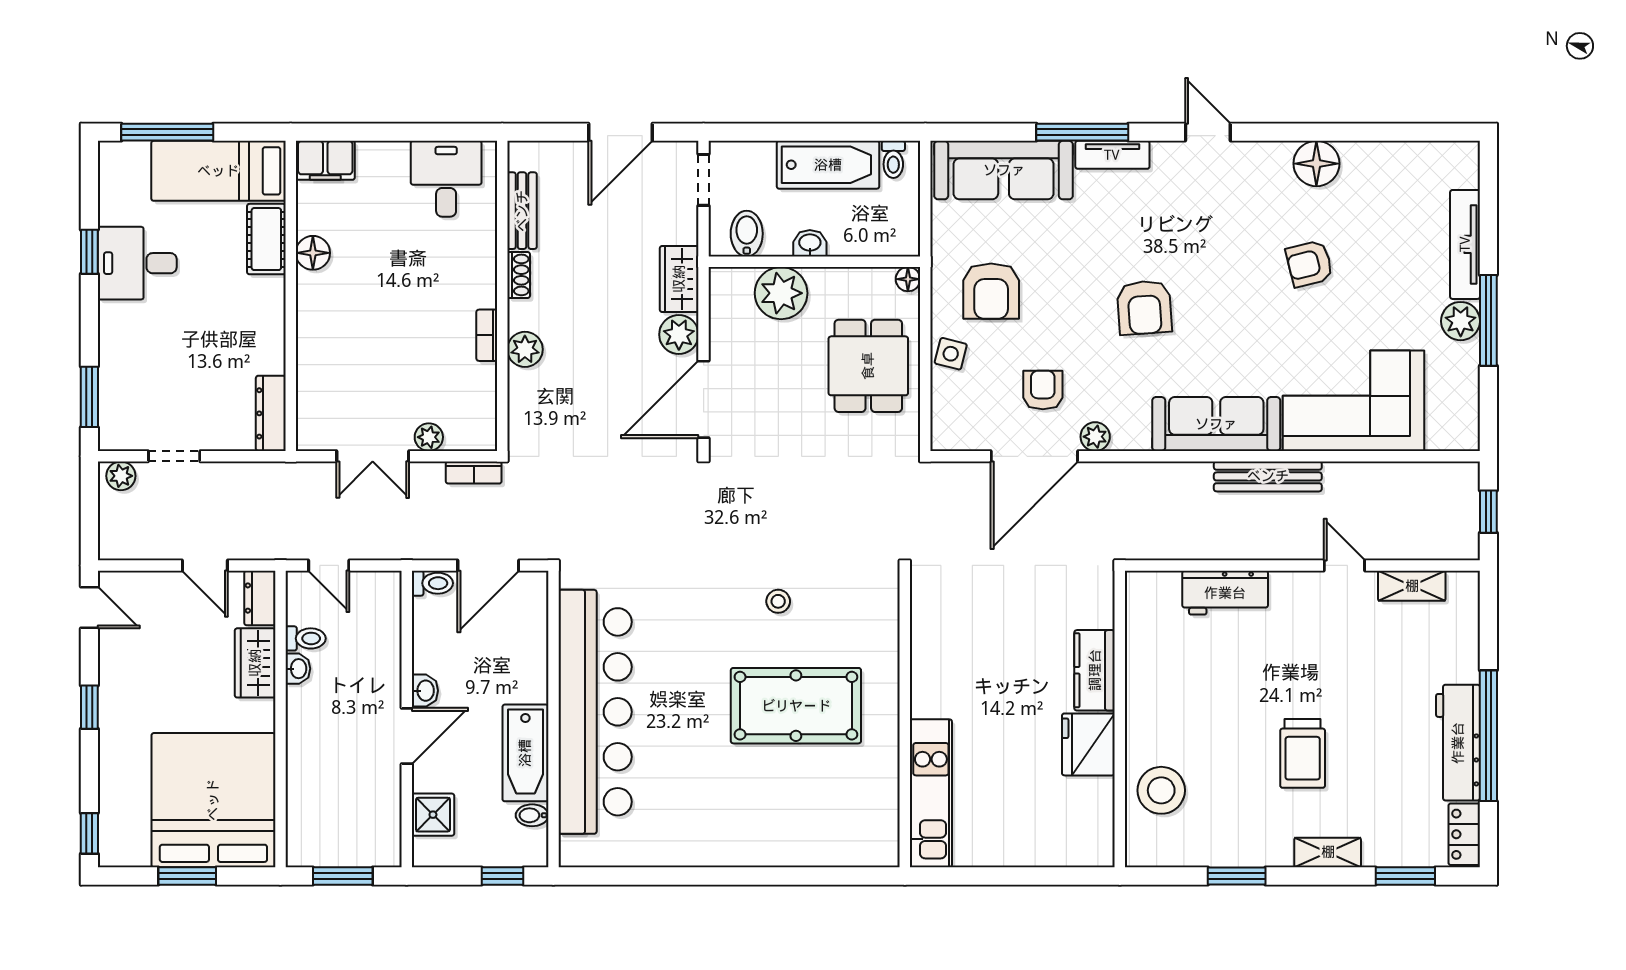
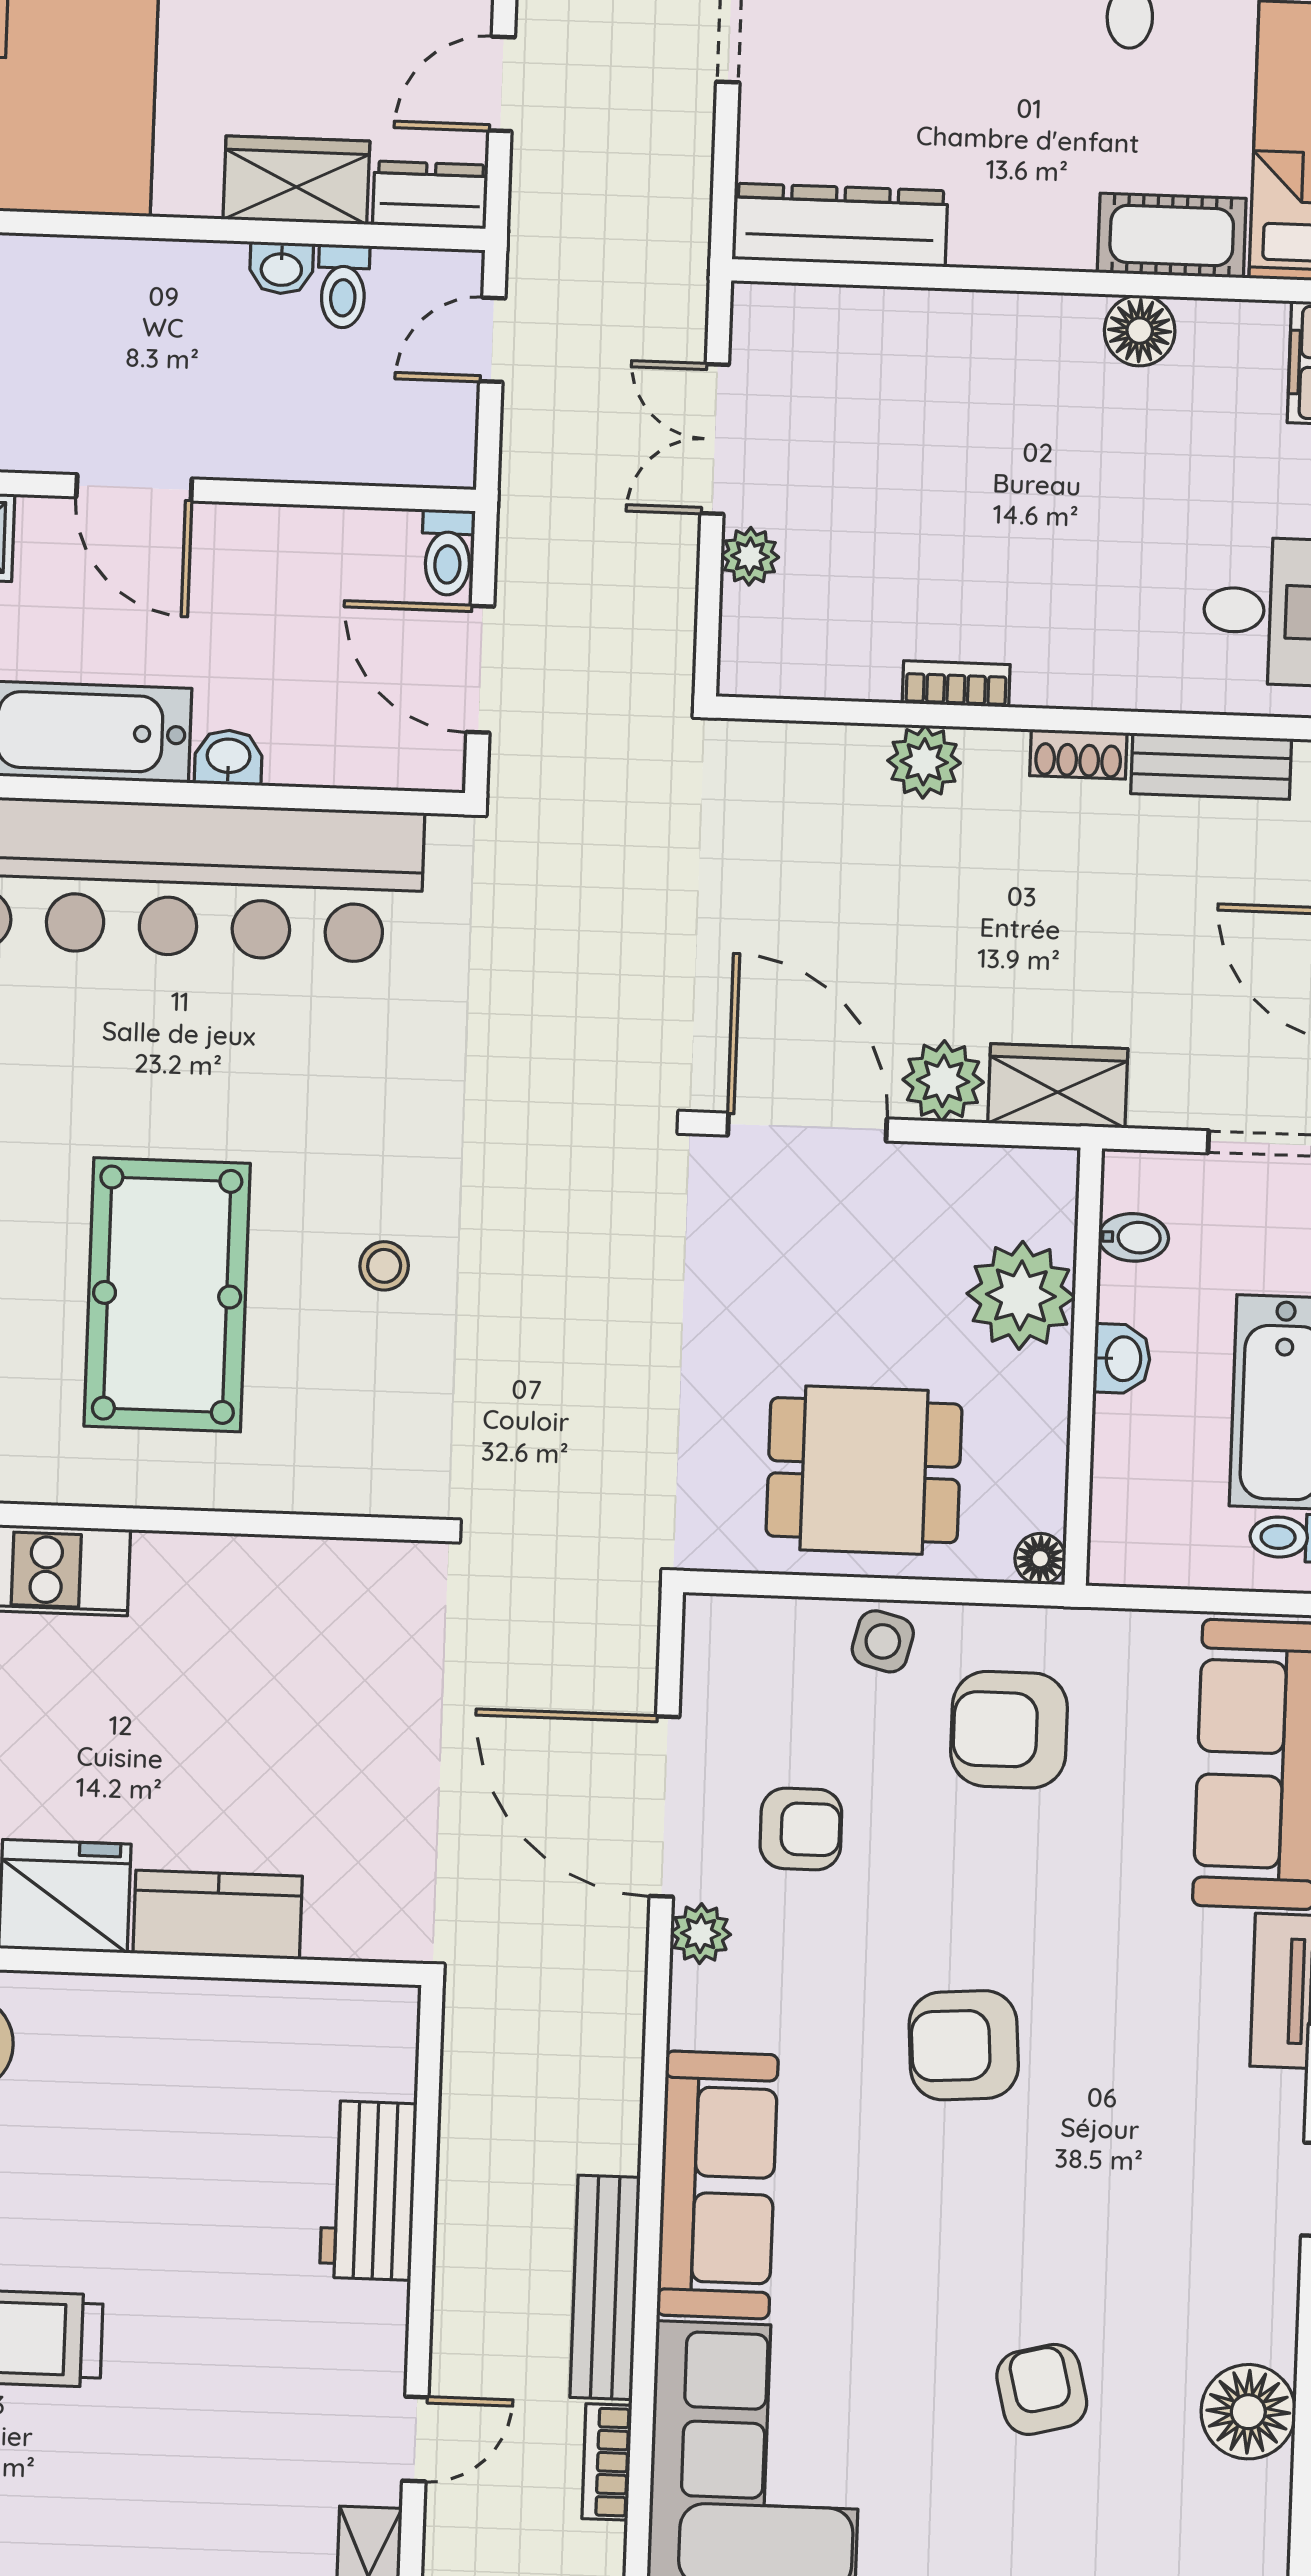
bidet: (747, 234) -> (1134, 1237), width x0.72, depth x0.74
dresser: (271, 413) -> (840, 225), width x1.37, depth x1.24
bookcase: (474, 473) -> (607, 2462), moved
washbasin: (425, 691) -> (228, 757), moved, turned 180

